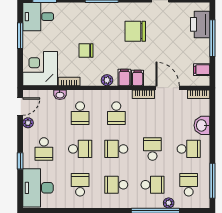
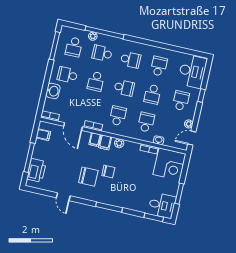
chair: (86, 51) -> (108, 171), moved
school desk: (80, 149) -> (152, 94), turned -90
school desk: (80, 185) -> (159, 66), turned 180

